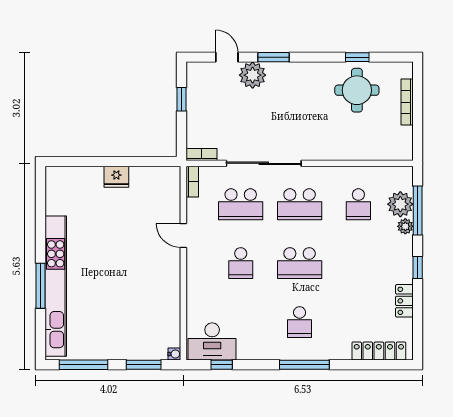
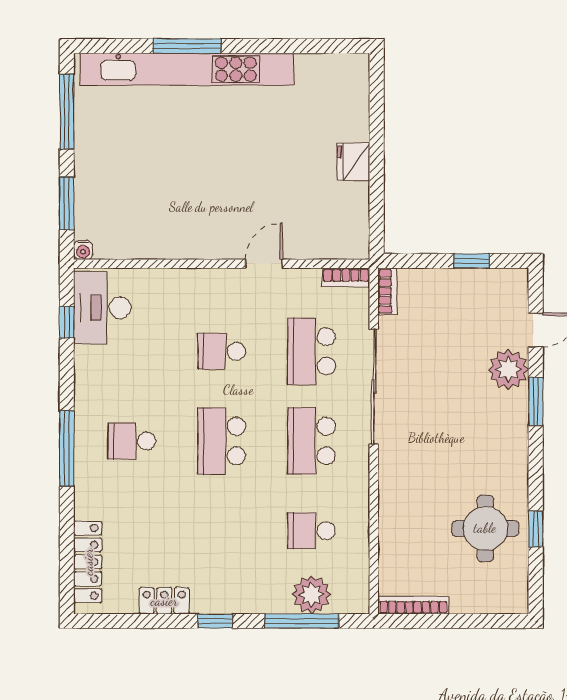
bookcase: (407, 102) -> (413, 605), moved
plant: (405, 226) -> (278, 602), removed

